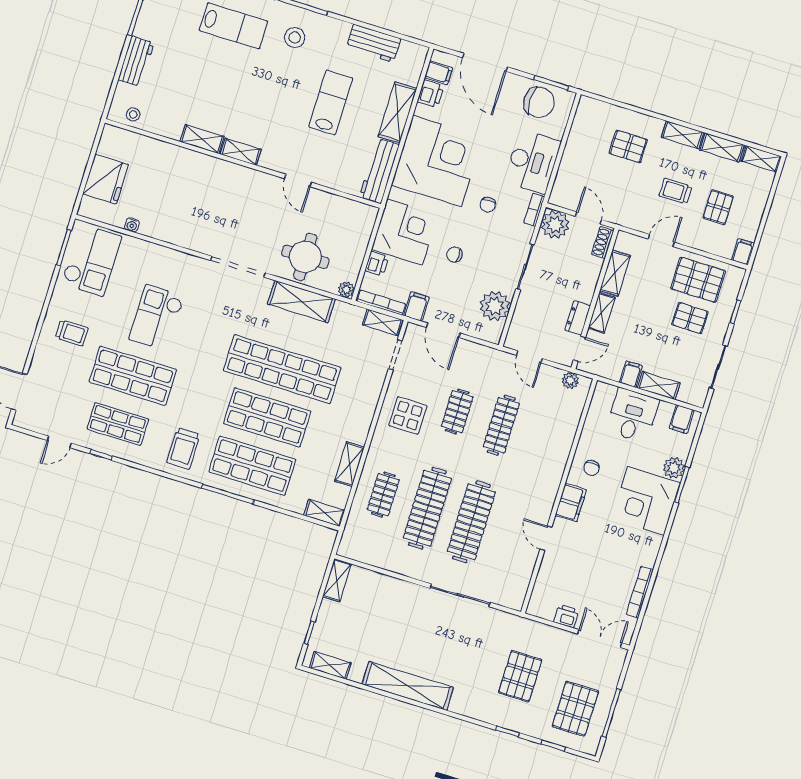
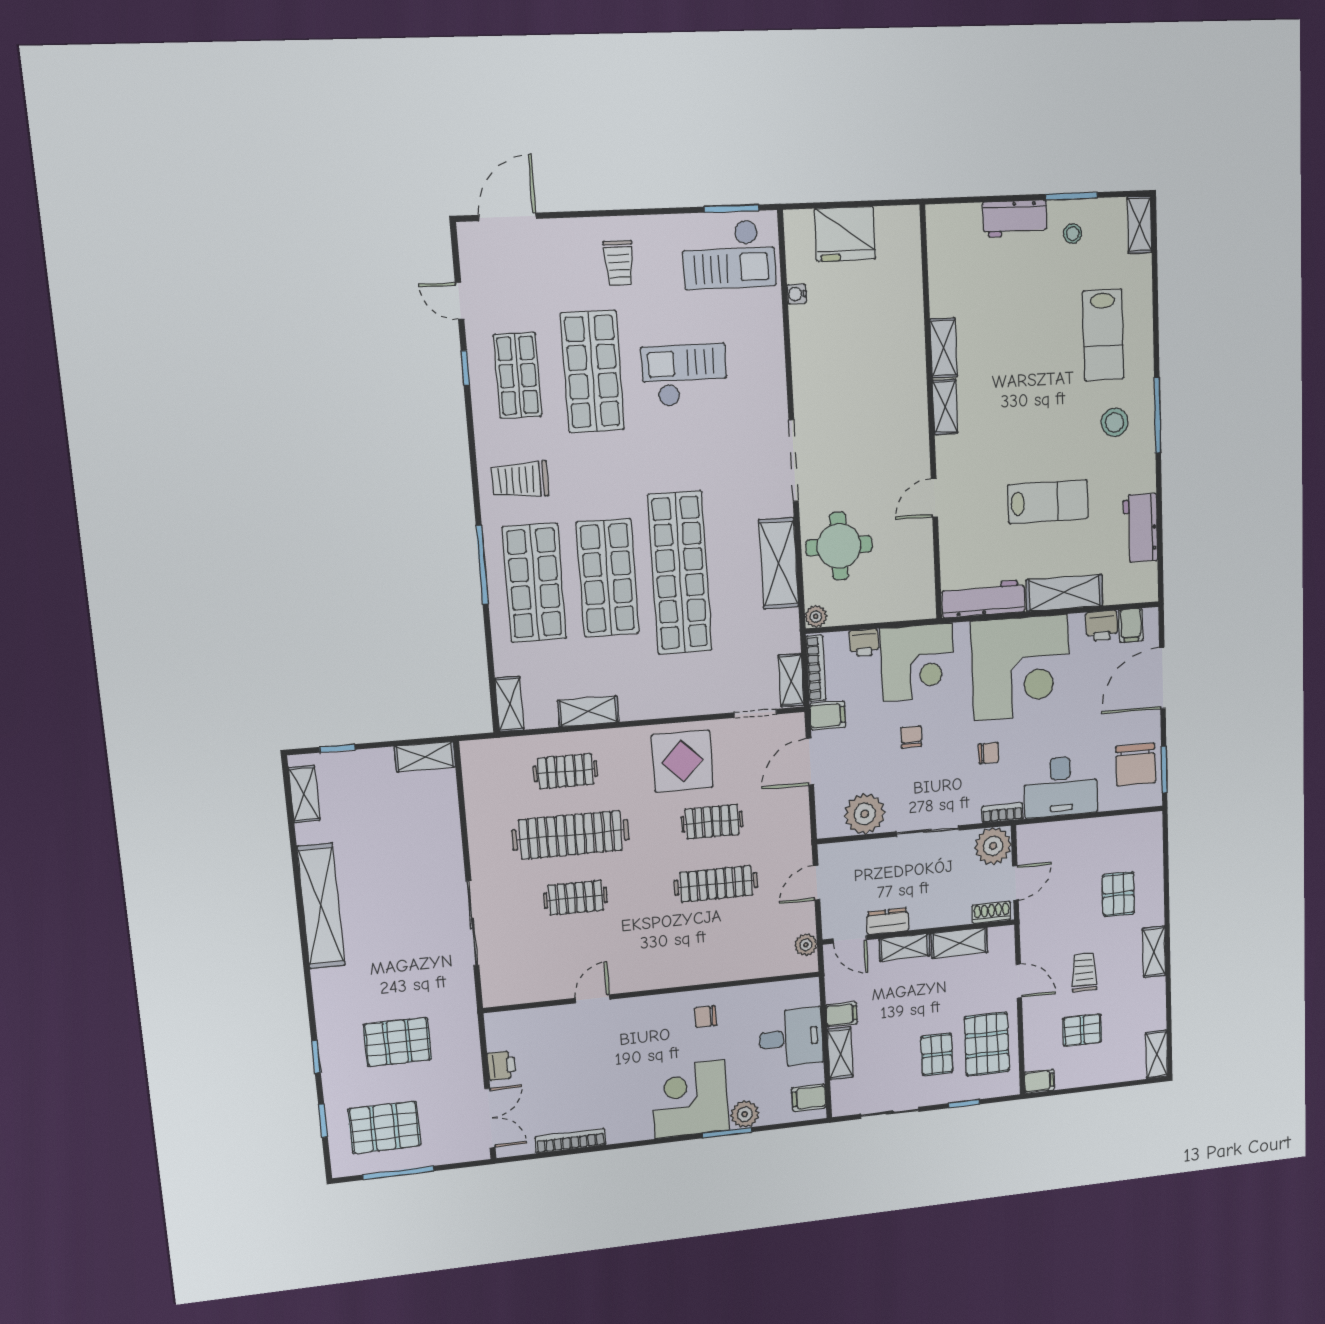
stool: (133, 114) -> (1073, 234), moved
shelving: (722, 147) -> (1155, 1004), removed
chair: (488, 205) -> (988, 753), turned 180
display table: (408, 416) -> (682, 761), width x1.36, depth x1.36
filing cabinet: (571, 503) -> (651, 1010), removed
clothes rail: (471, 522) -> (576, 898), width x0.54, depth x0.76

